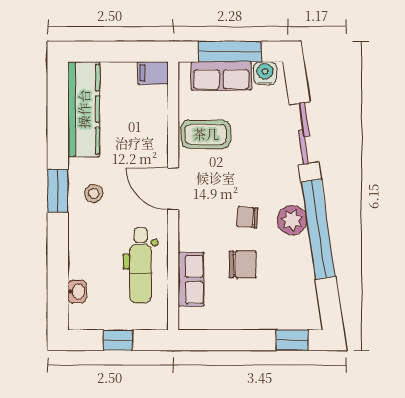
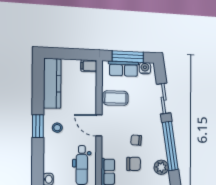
plant: (292, 220) -> (161, 167), moved

